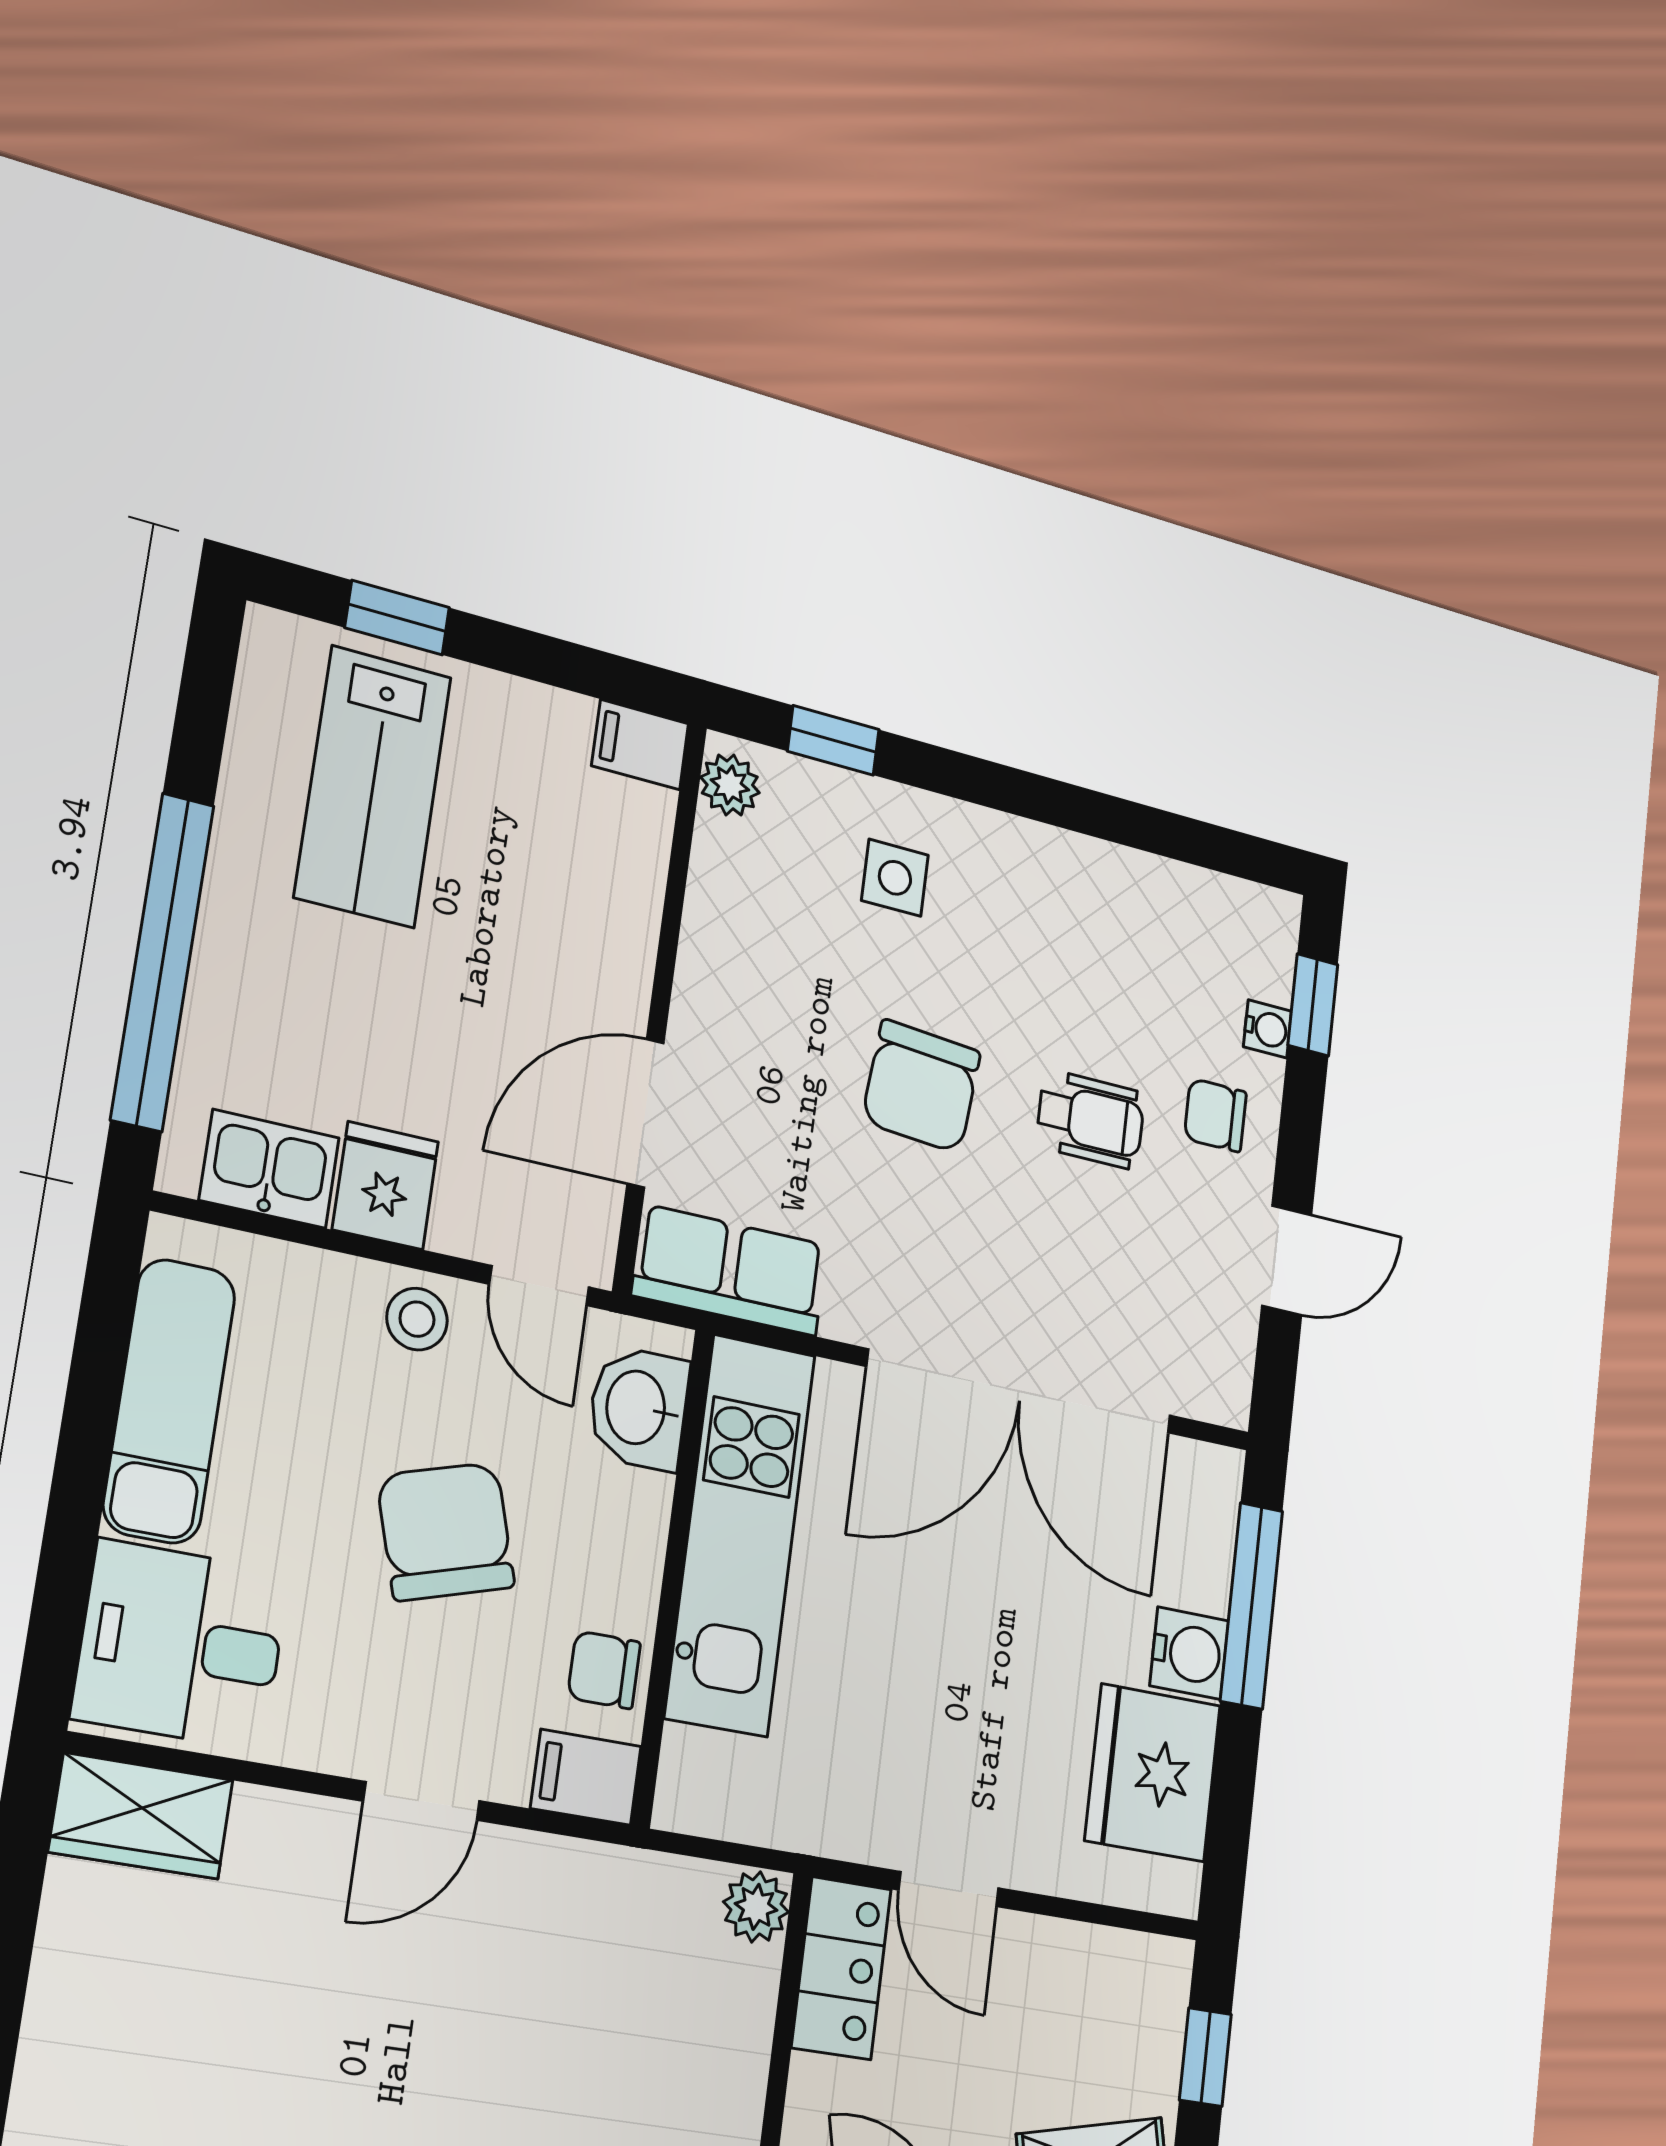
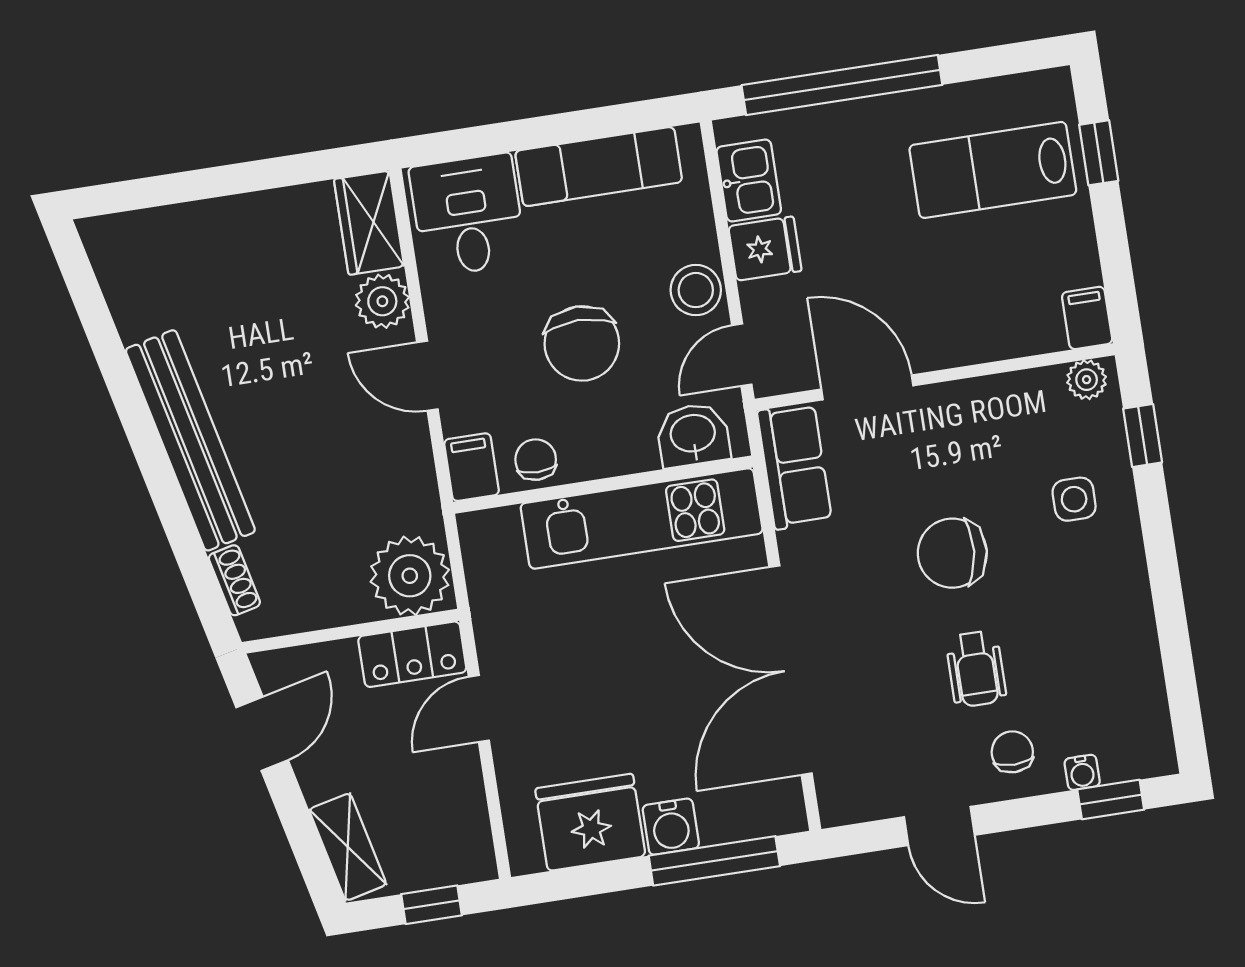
stool: (417, 1319) -> (696, 290), width x1.37, depth x1.37
chair: (446, 1531) -> (582, 343), turned 107
plant: (278, 1836) -> (382, 301), added
plant: (756, 1907) -> (410, 576), width x1.88, depth x1.88

